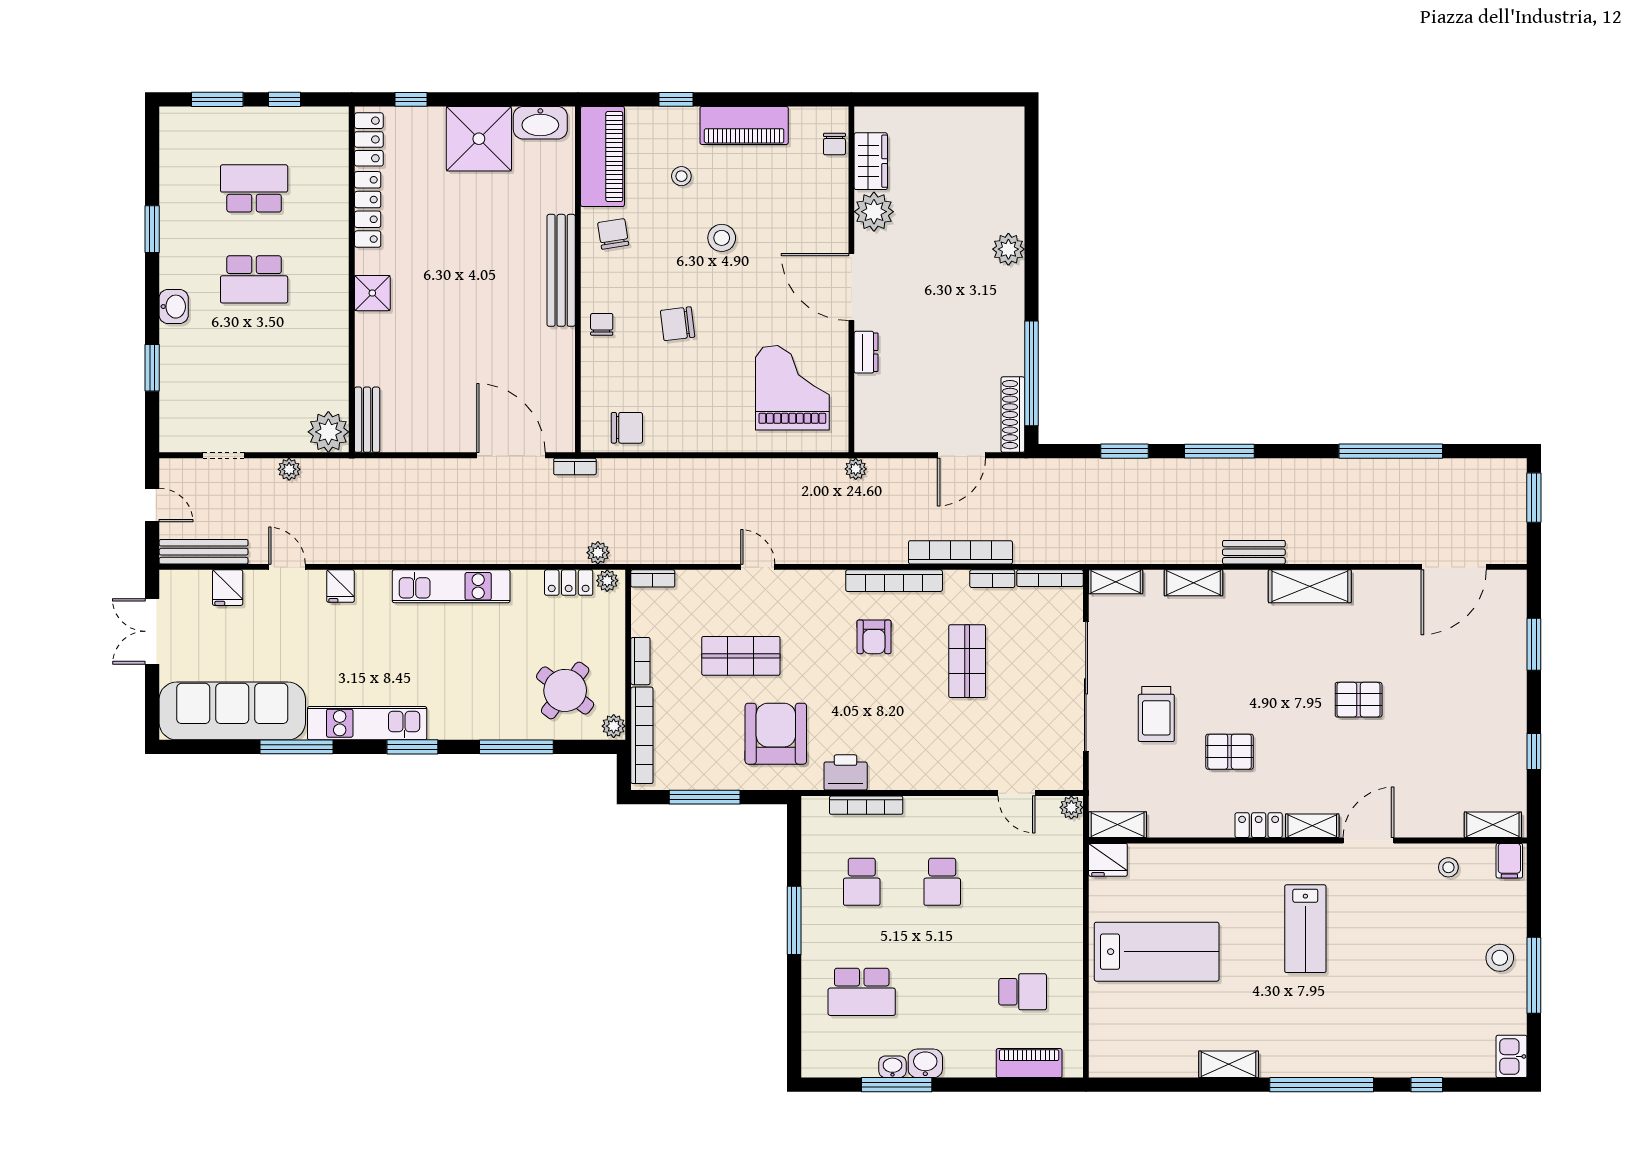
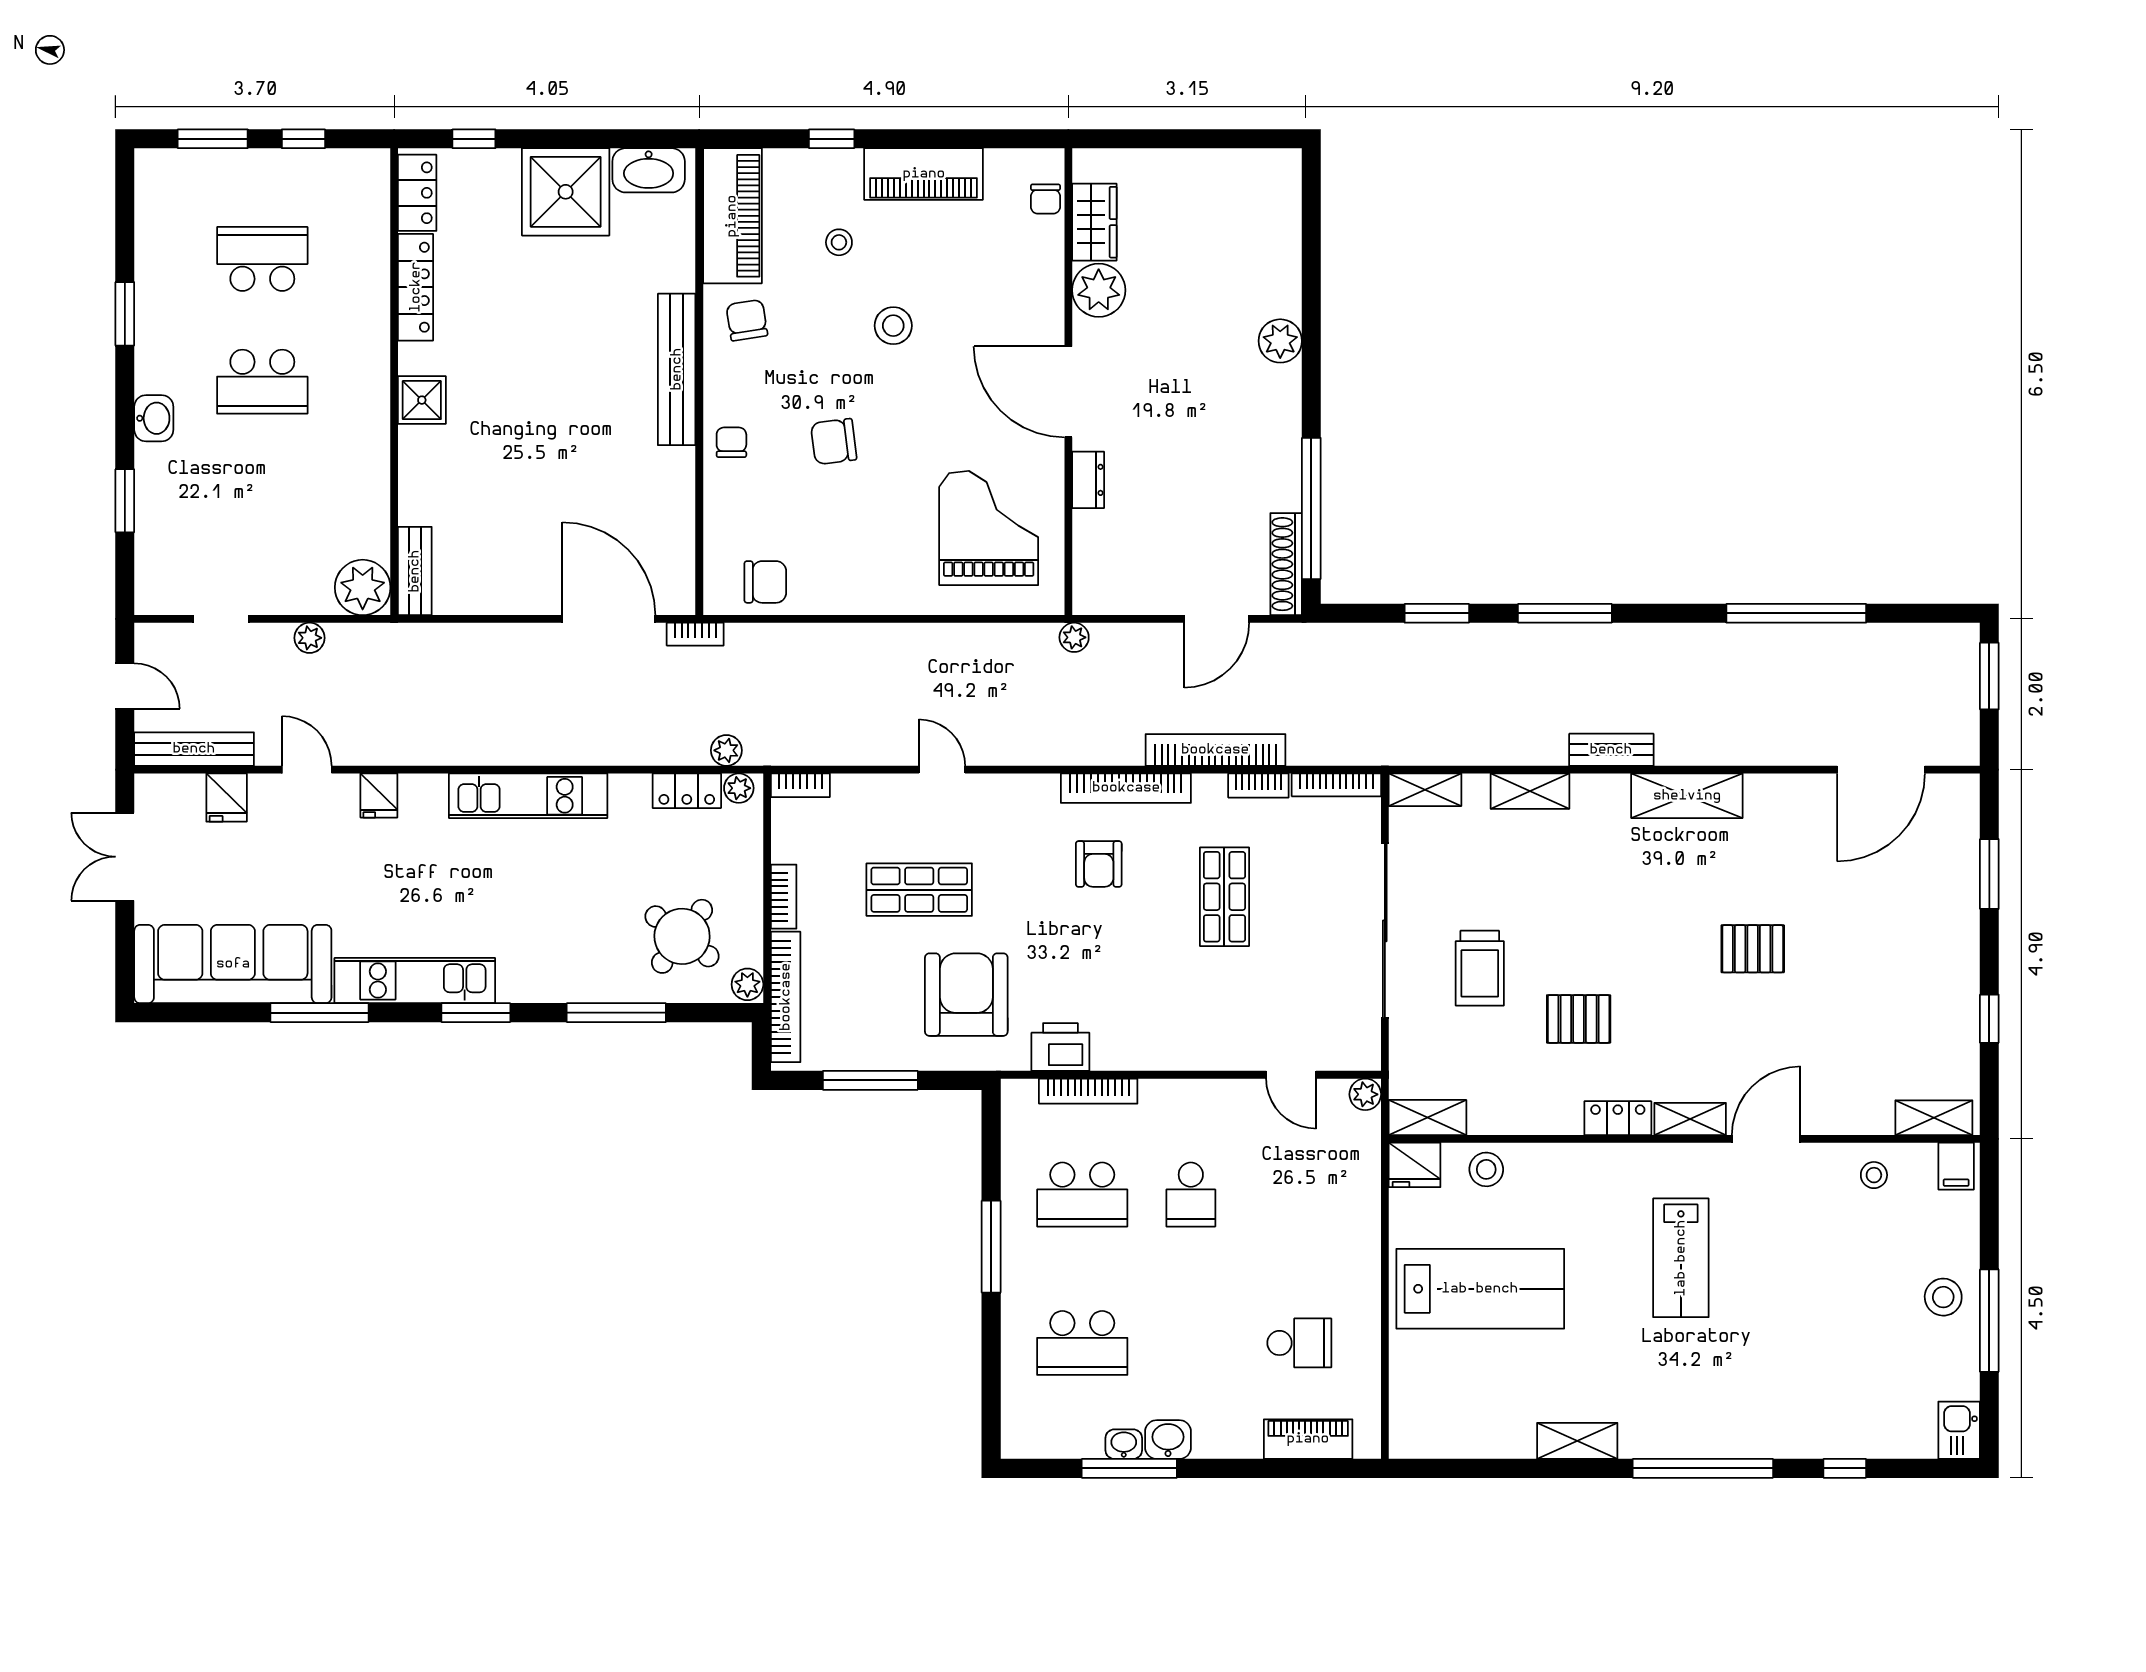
stool: (1161, 863) -> (1486, 1169), added
school desk: (862, 882) -> (1082, 1195), width x1.85

